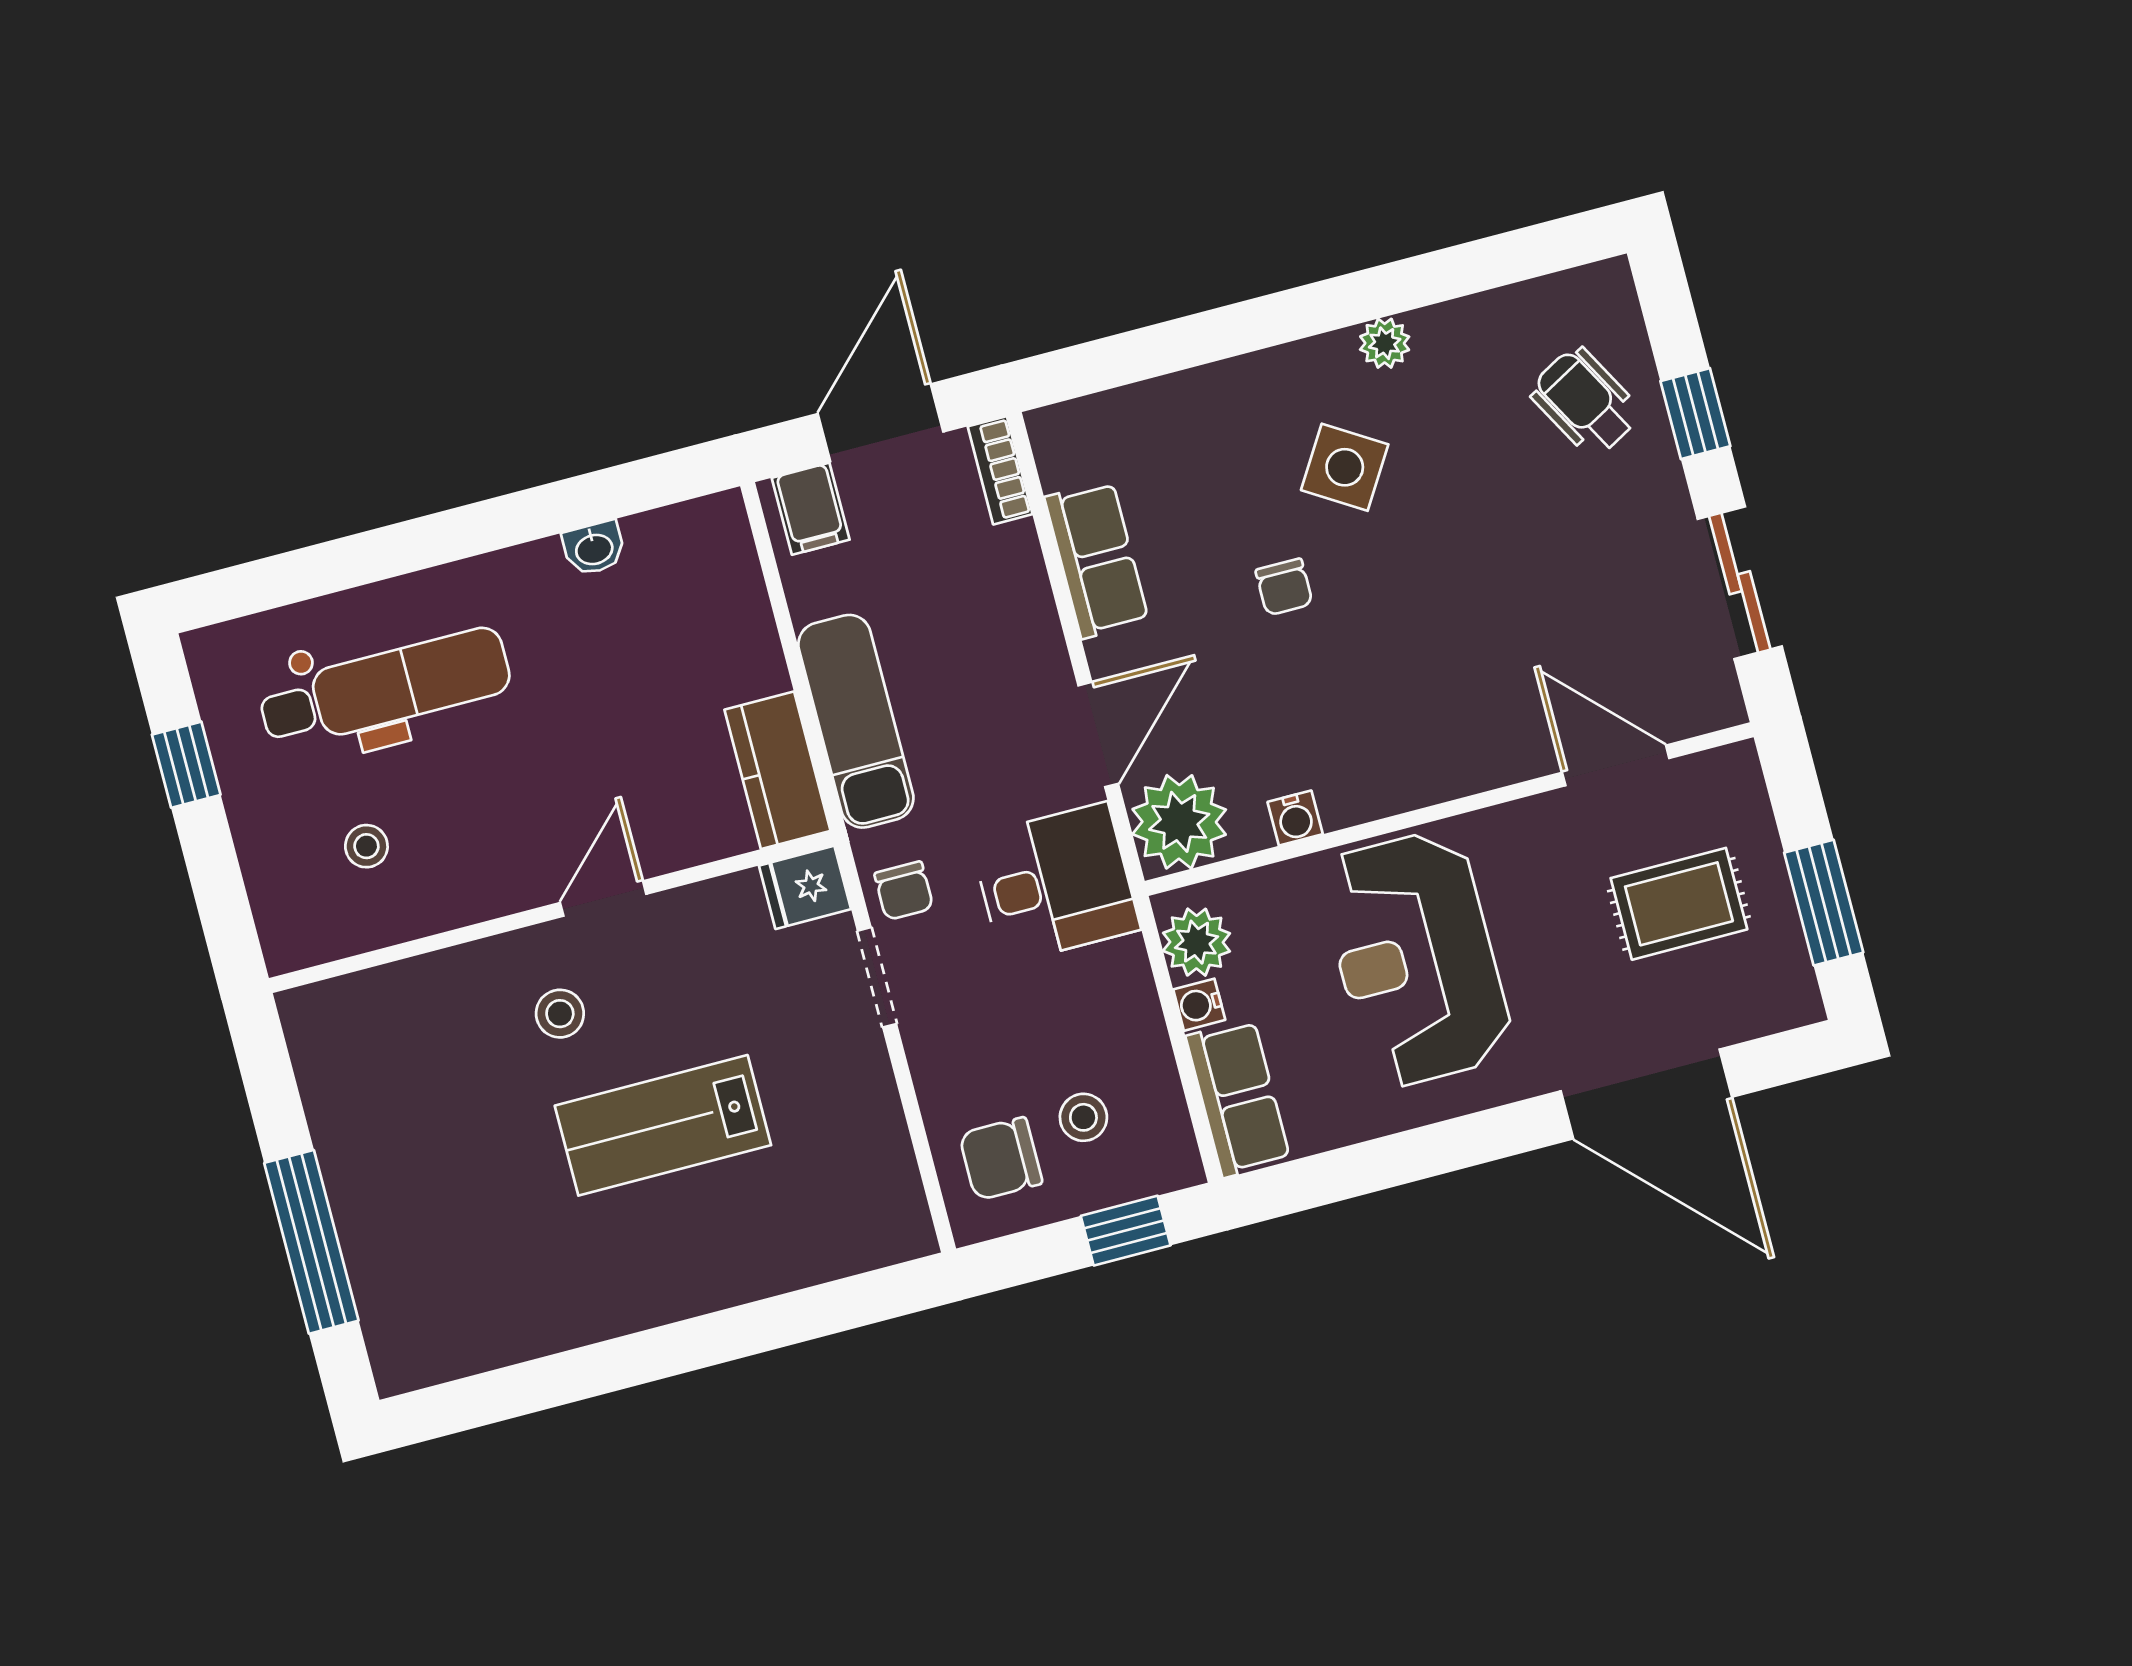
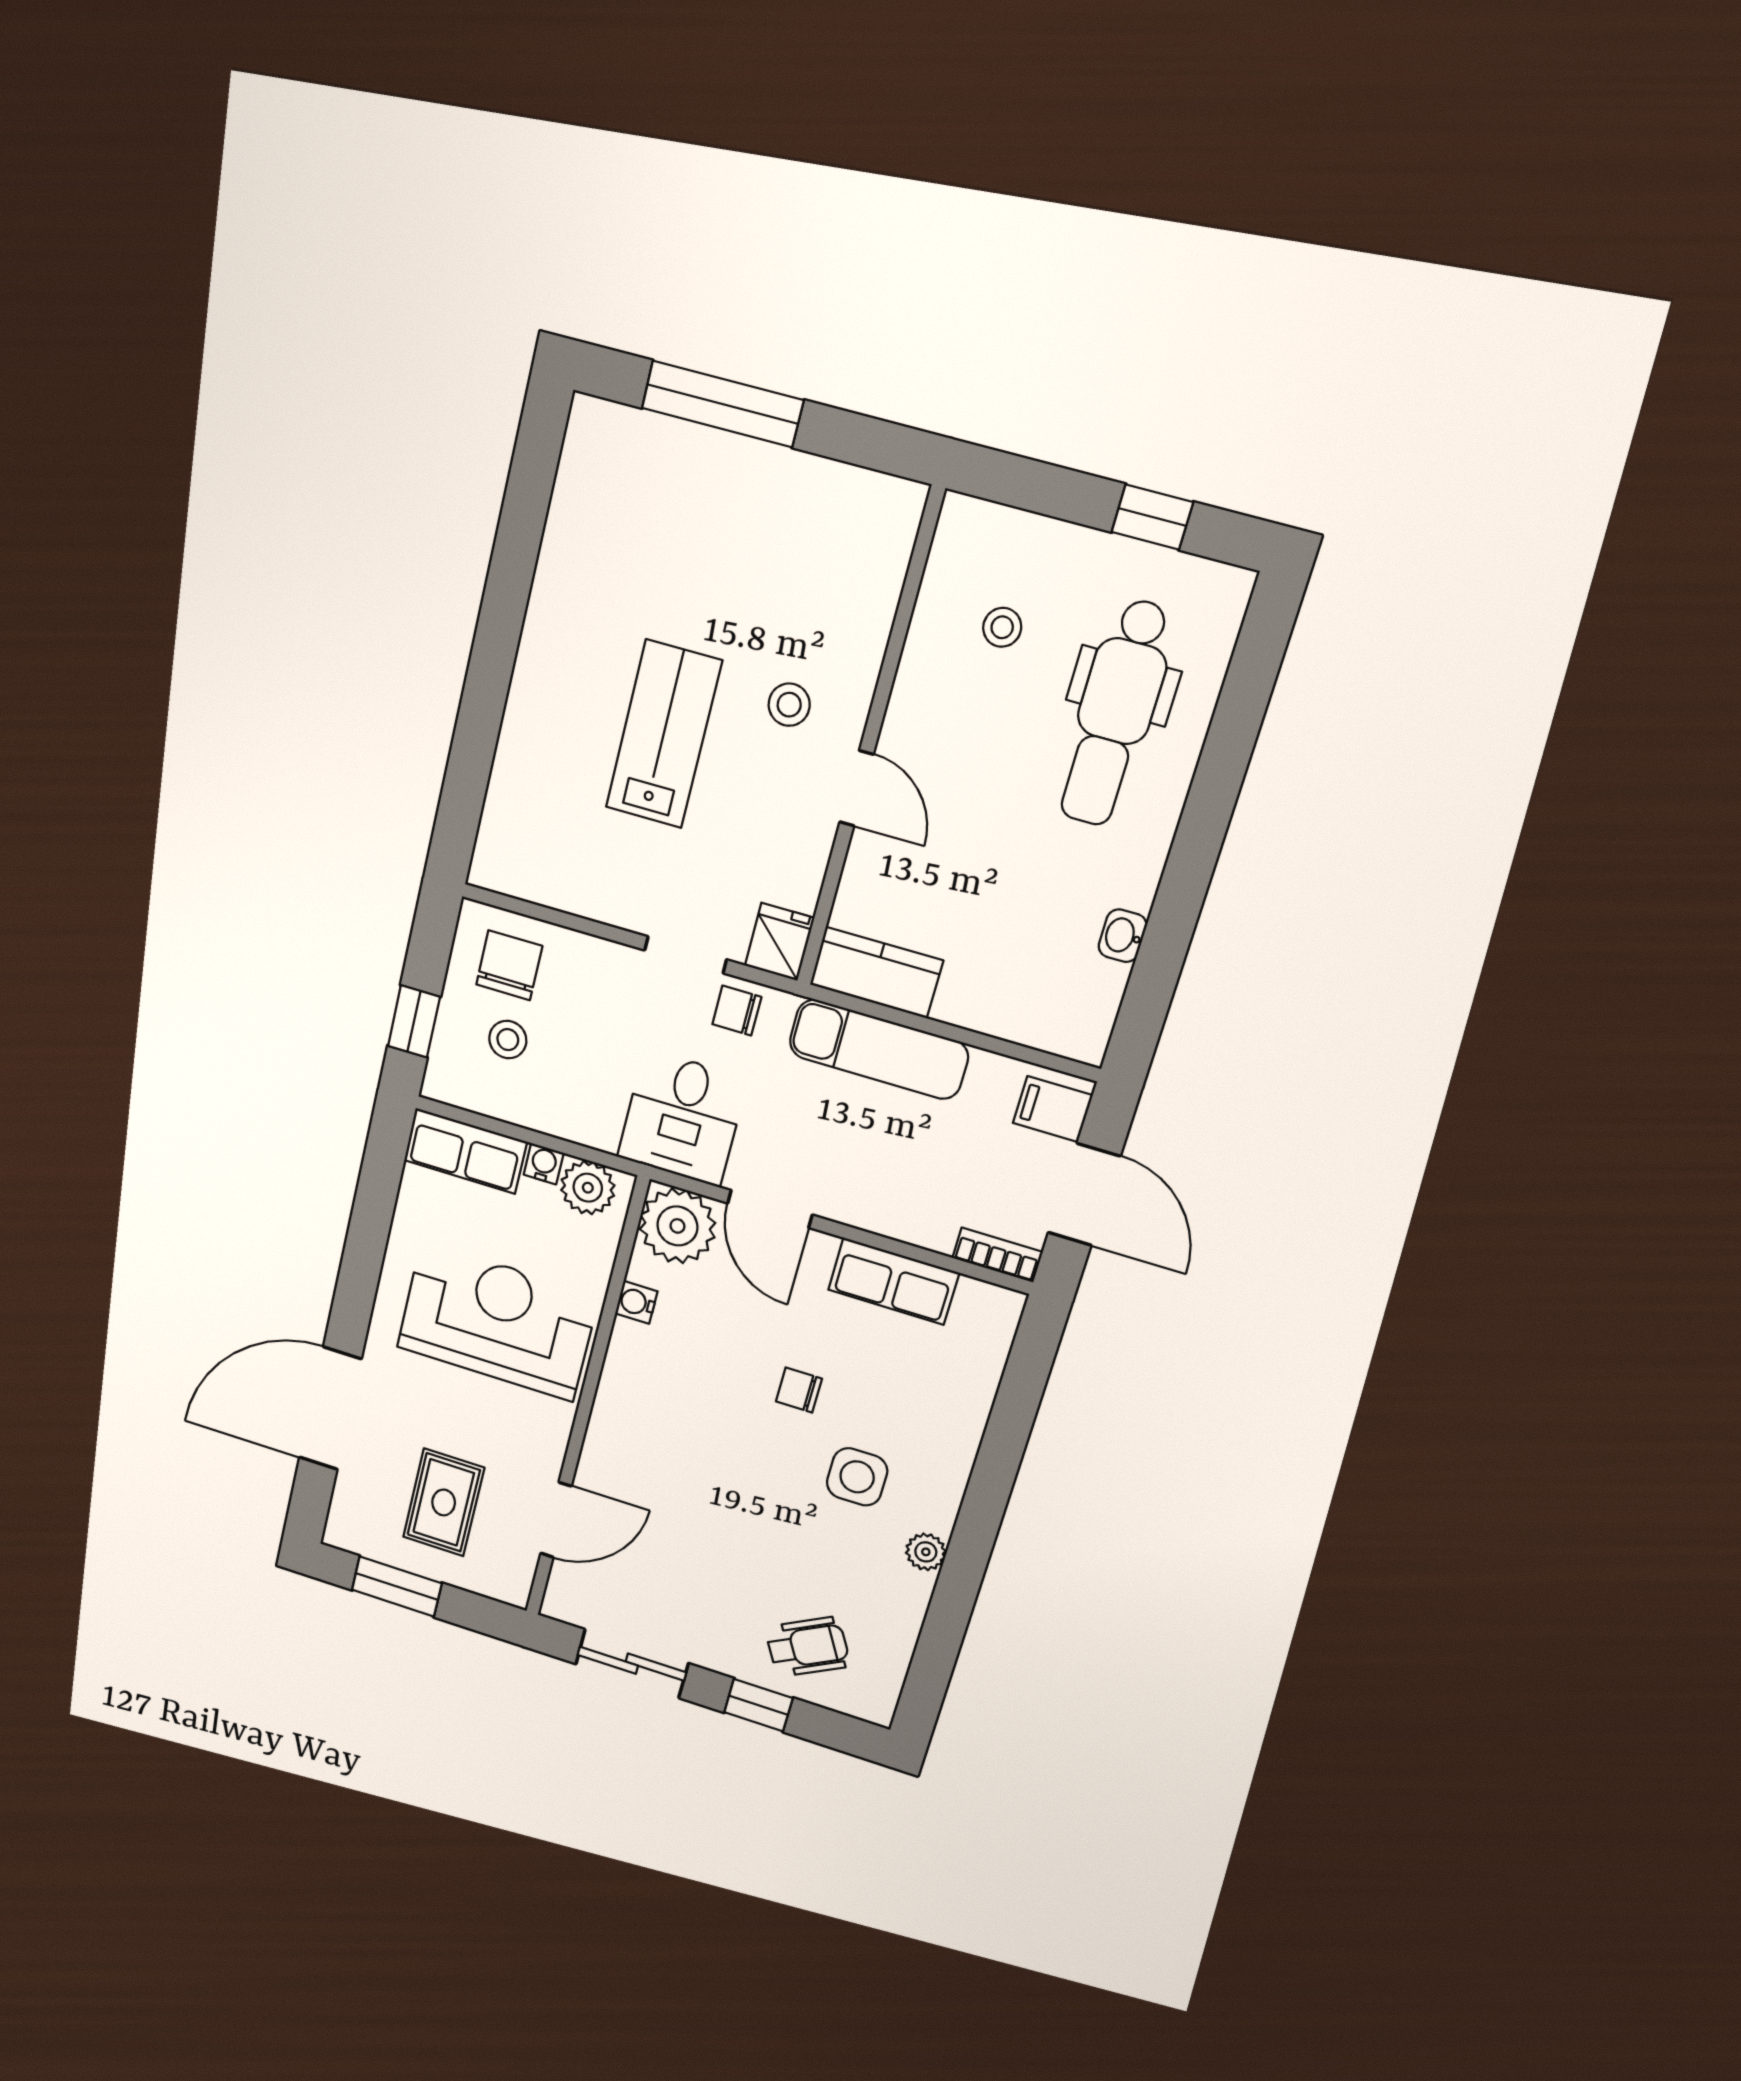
side table: (1345, 467) -> (857, 1477), turned -32

